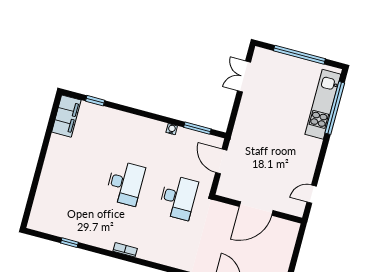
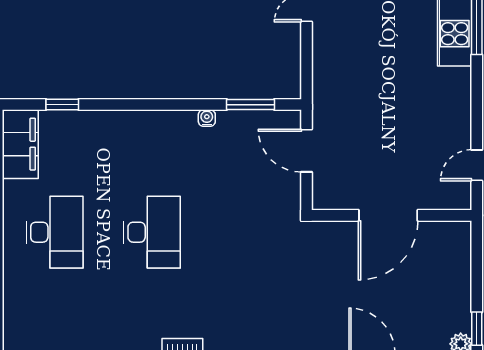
desk: (178, 197) -> (55, 232), moved

